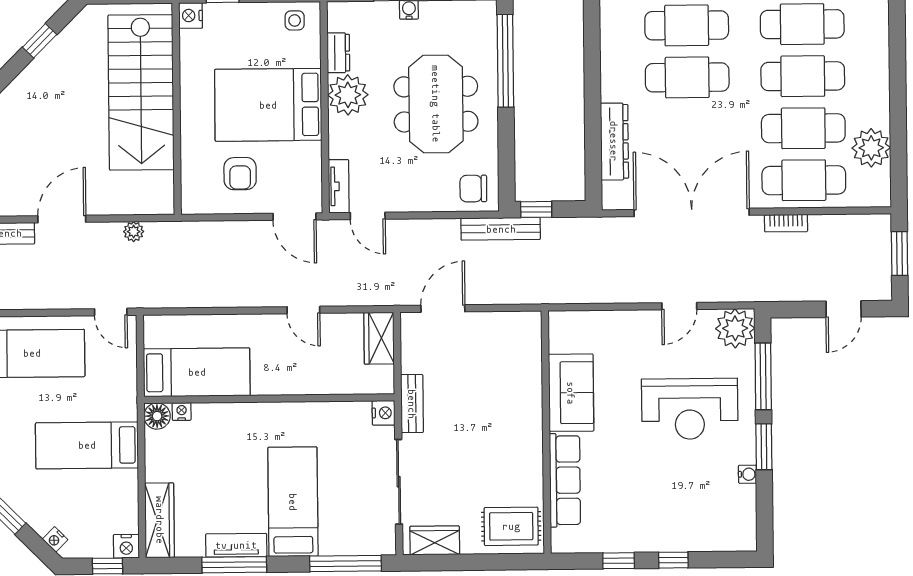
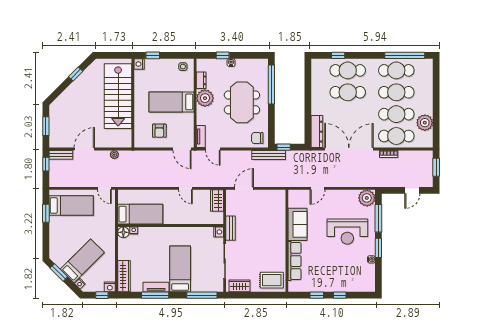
bed: (268, 105) -> (171, 102), width x0.67
dresser: (614, 141) -> (317, 132), moved
door: (679, 306) -> (318, 188), moved
bed: (87, 445) -> (82, 261), moved, turned 135

